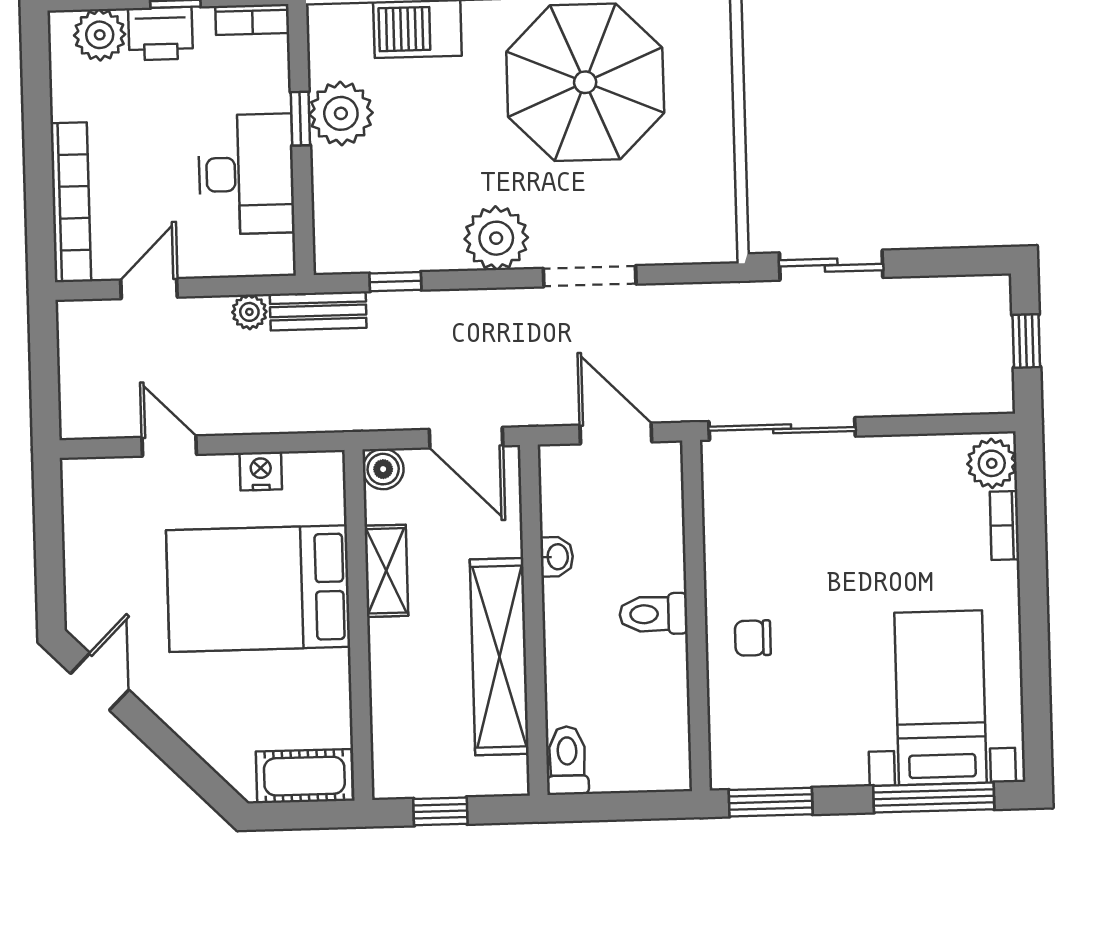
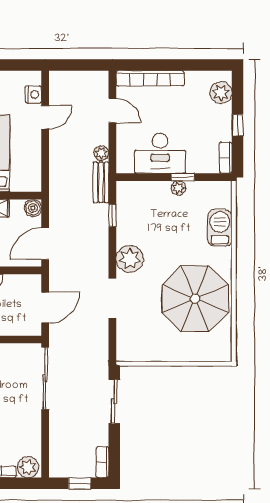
printer: (160, 34) -> (221, 119), removed
plant: (341, 113) -> (178, 188), width x0.53, depth x0.53
bookcase: (975, 289) -> (103, 462), added
nightstand: (261, 471) -> (33, 94), moved

